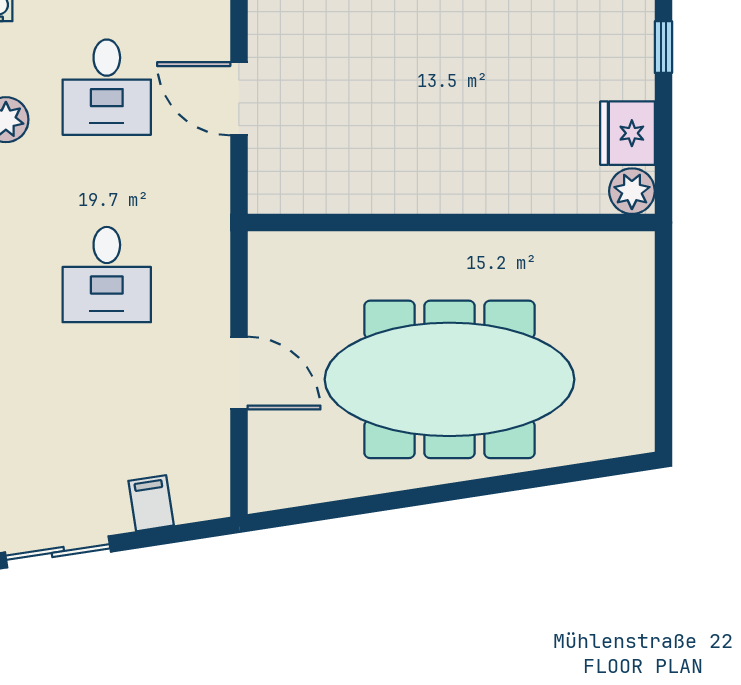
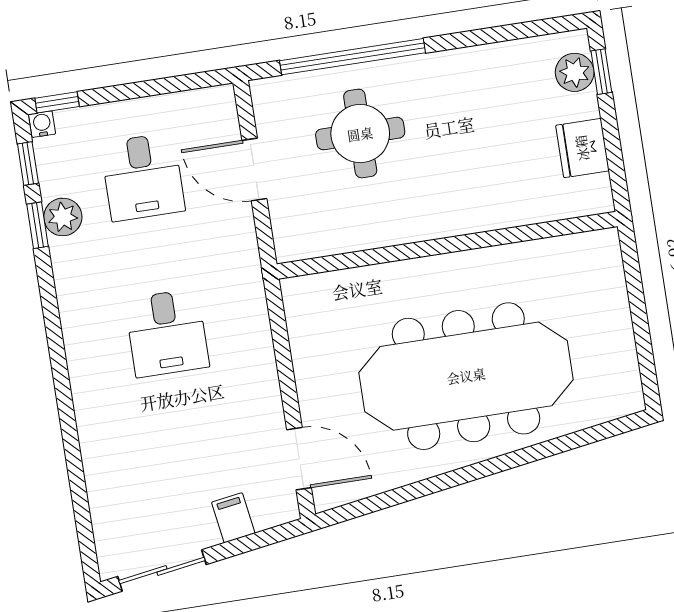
round table: (370, 76) -> (360, 134), added
plant: (632, 191) -> (575, 72), moved
door: (239, 373) -> (299, 459), moved

